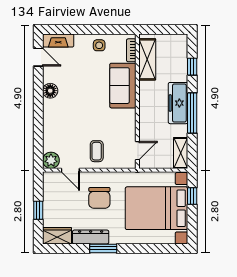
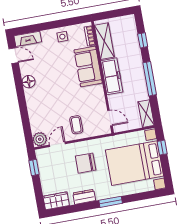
freezer: (178, 103) -> (112, 76), moved, turned 180
door: (137, 151) -> (110, 118), hinge flipped
door: (70, 170) -> (57, 144), swing flipped
chair: (99, 198) -> (86, 163), turned 90
window: (38, 210) -> (34, 168), moved
dresser: (91, 237) -> (84, 197), width x0.70
window: (103, 248) -> (111, 202), moved

